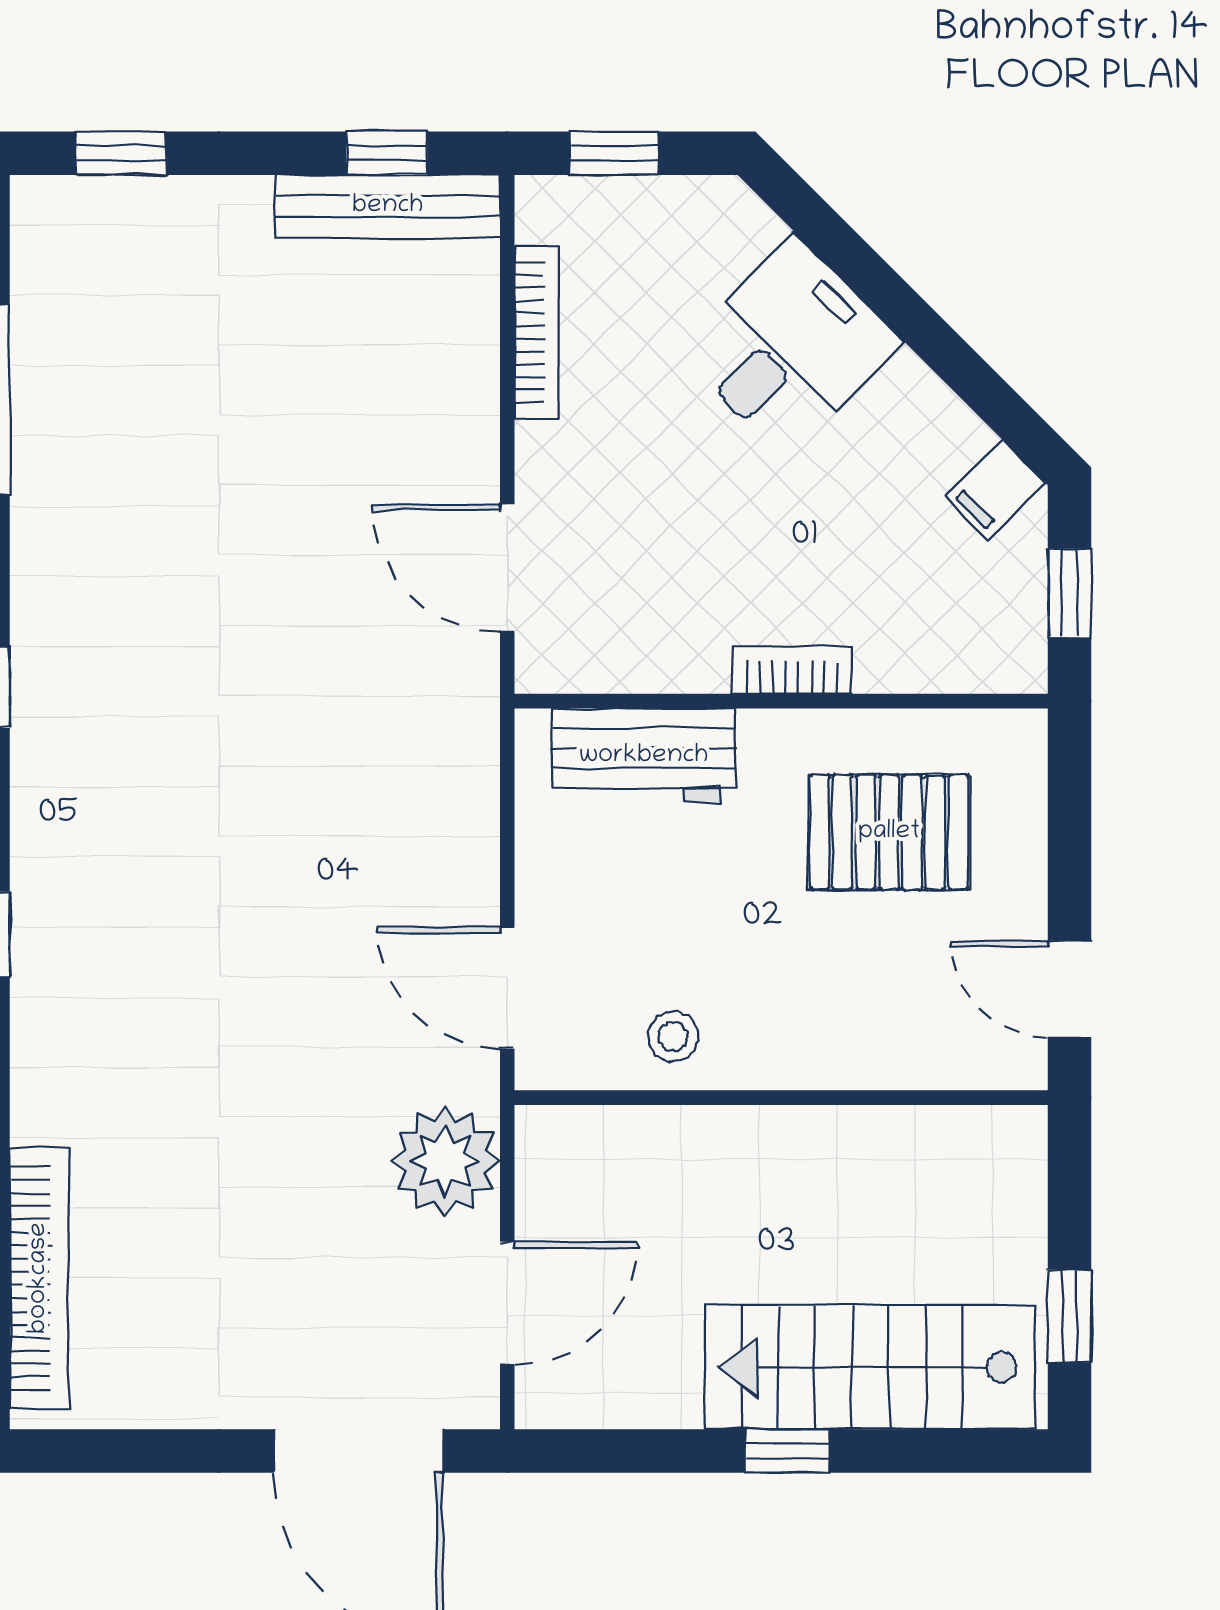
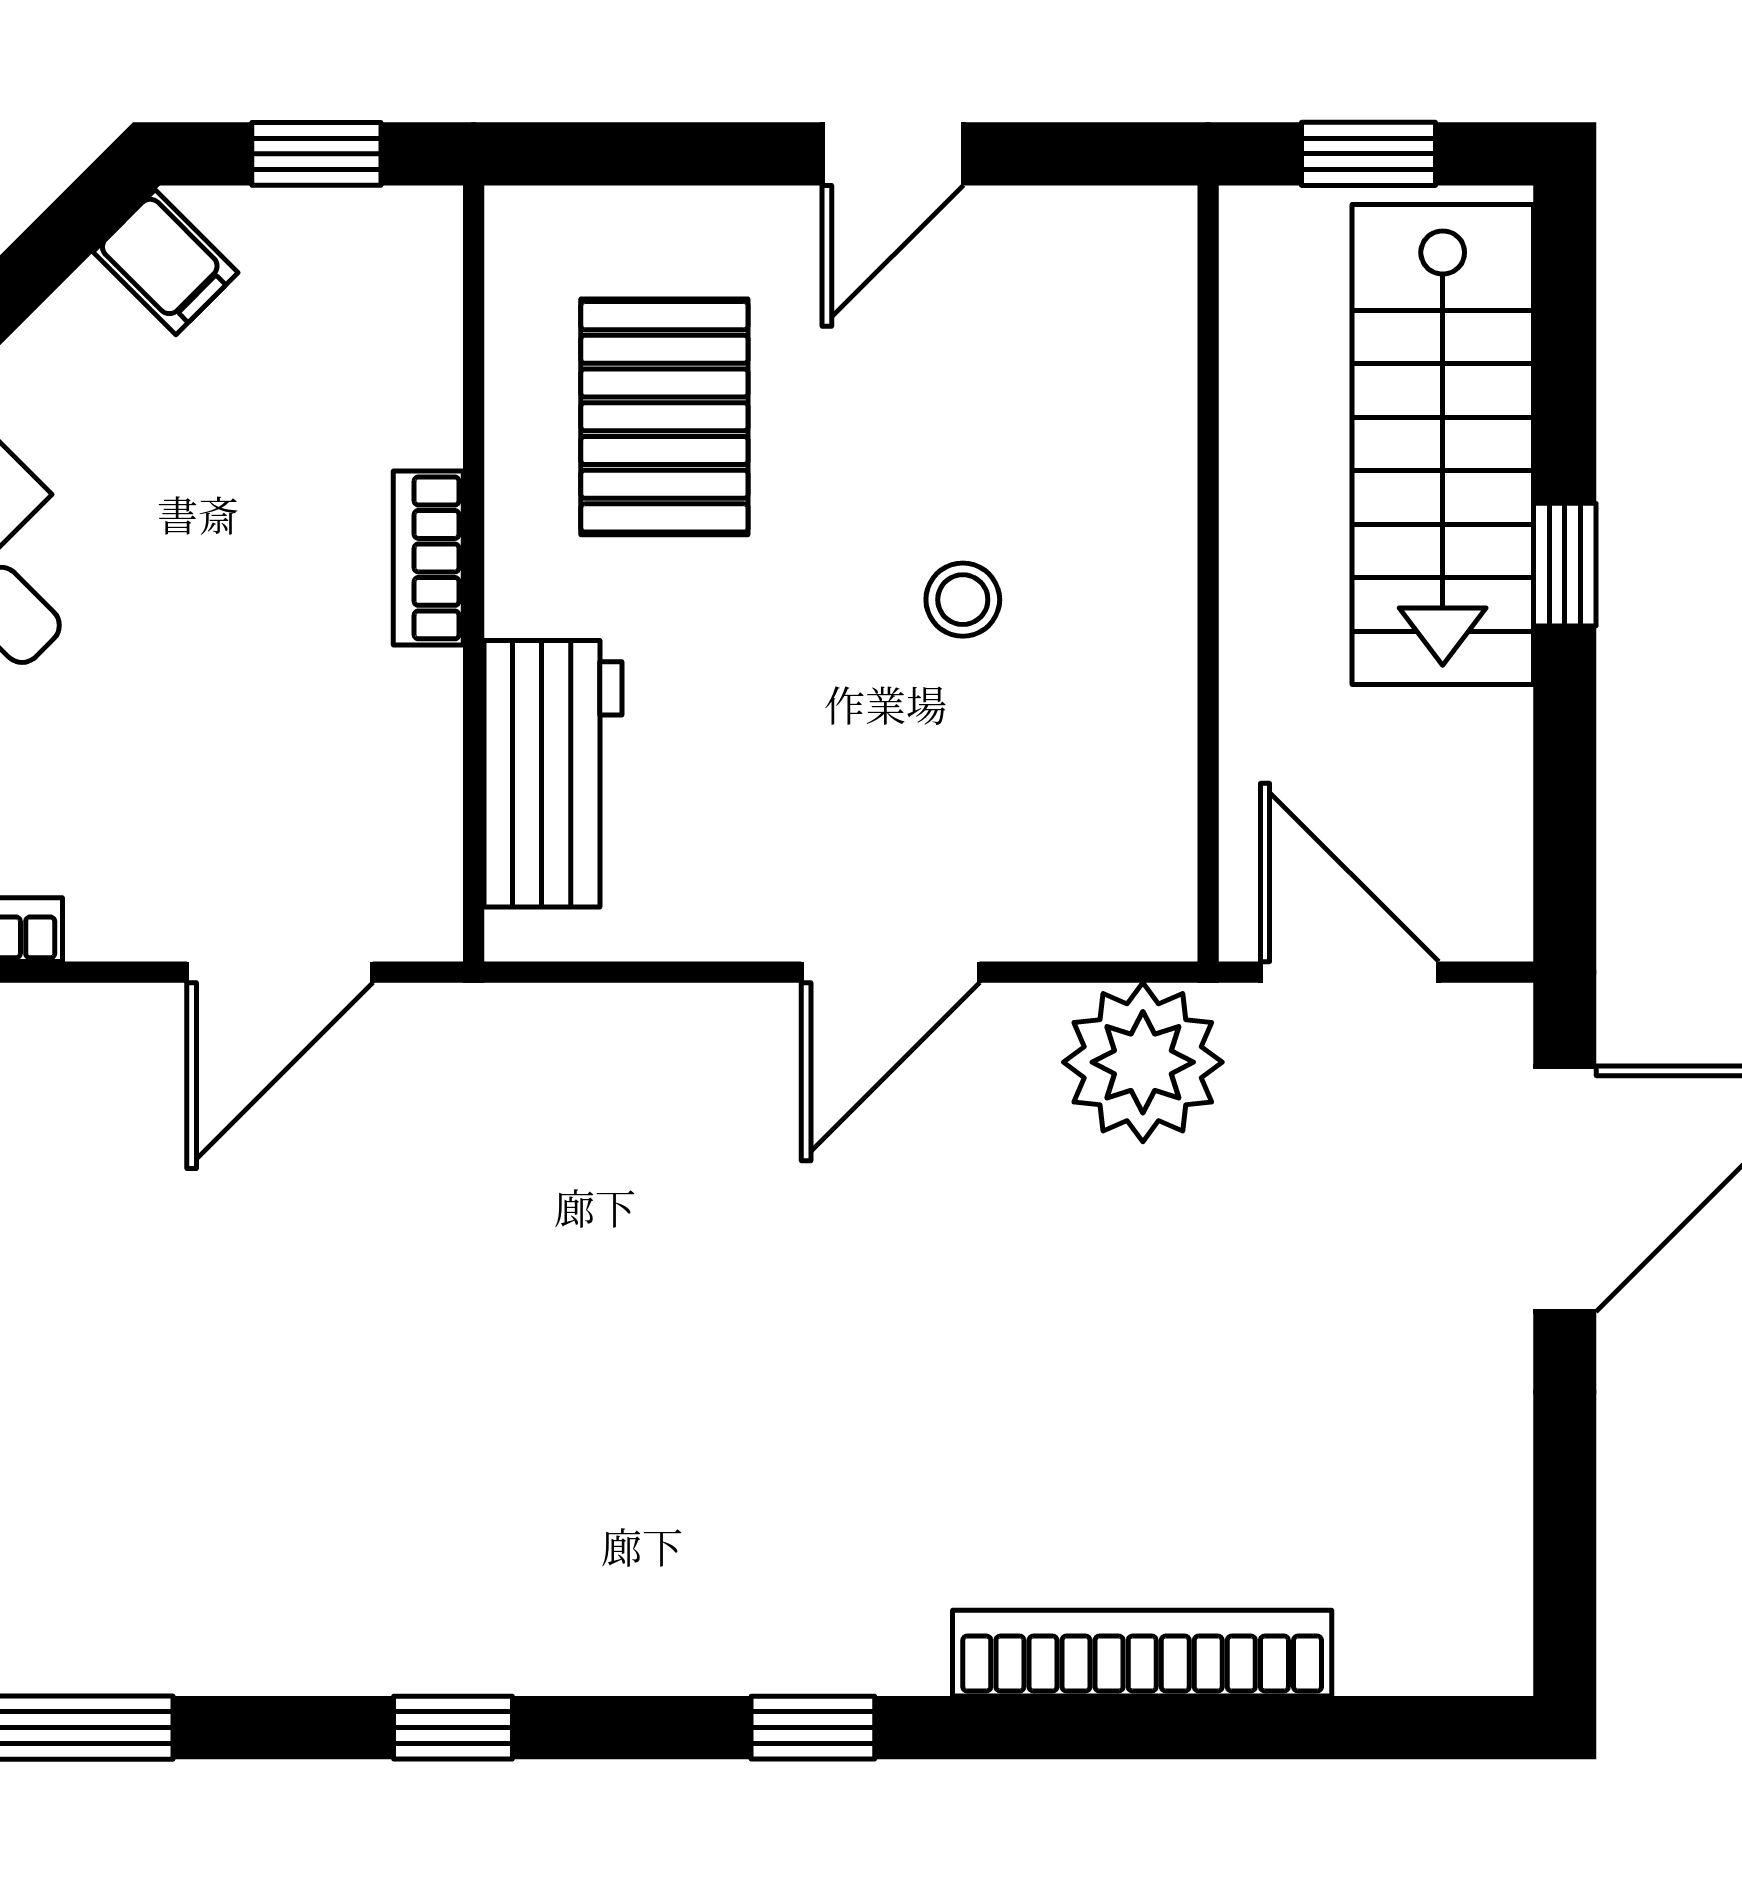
stool: (673, 1036) -> (963, 600), moved
wall: (781, 1098) -> (1208, 574), moved
bookcase: (39, 1278) -> (1142, 1653), moved

